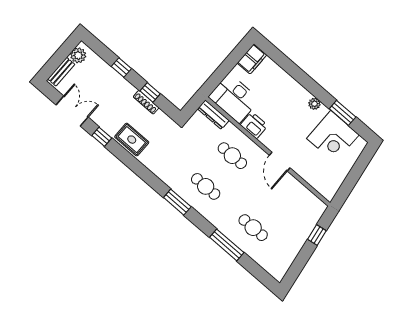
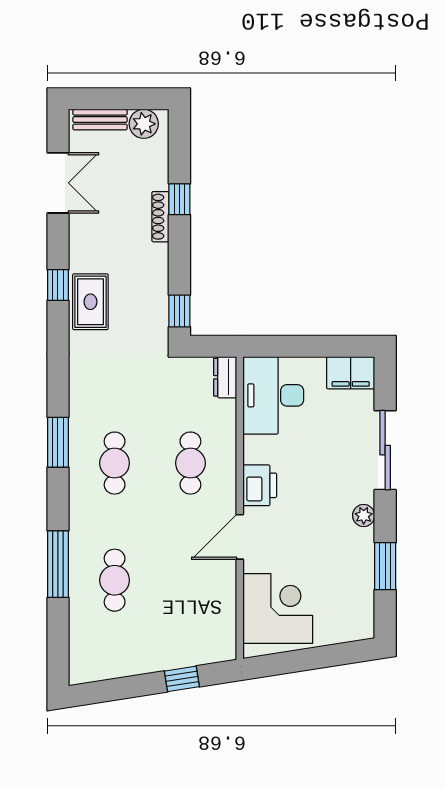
sliding door: (295, 72) -> (385, 450), added
window: (150, 92) -> (179, 311), moved
shoe rack: (146, 102) -> (160, 217), moved
dresser: (213, 115) -> (225, 377), width x0.70
printer: (254, 125) -> (260, 485), moved
window: (102, 137) -> (58, 285), moved
corner desk: (333, 137) -> (278, 608), moved, turned 180

